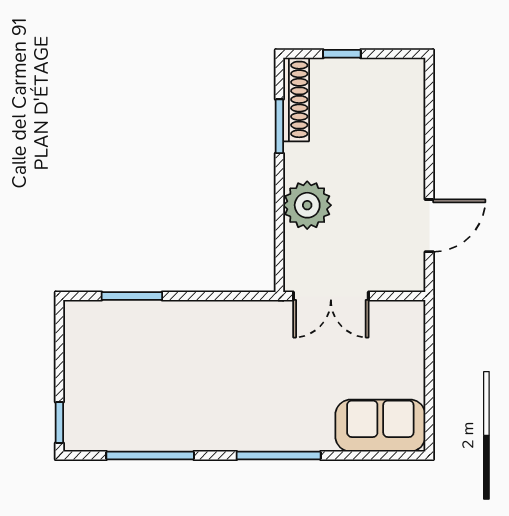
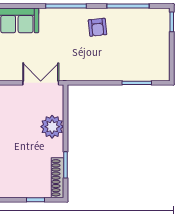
armchair: (213, 411) -> (97, 27), added

